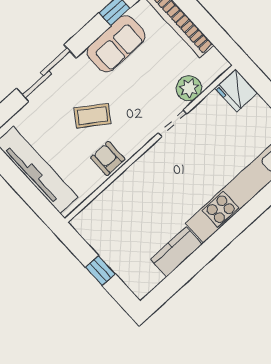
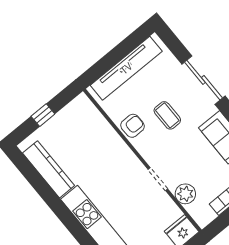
coffee table: (93, 116) -> (167, 115), turned -35
kitchen counter: (176, 252) -> (49, 169), width x1.50

